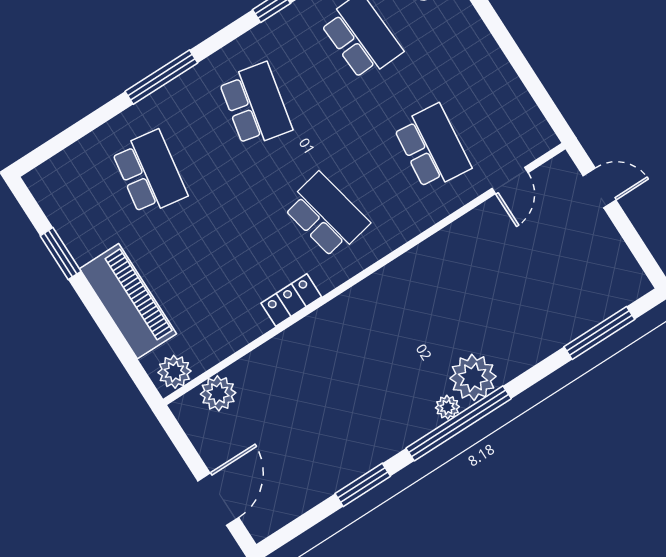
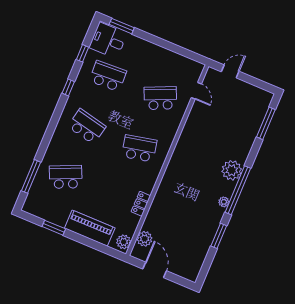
window: (161, 77) -> (31, 176), moved
school desk: (432, 147) -> (160, 98), turned -30
school desk: (150, 173) -> (66, 177), turned -33
locker: (291, 300) -> (141, 204), moved
plant: (447, 407) -> (224, 202), moved
door: (218, 499) -> (155, 270), moved

